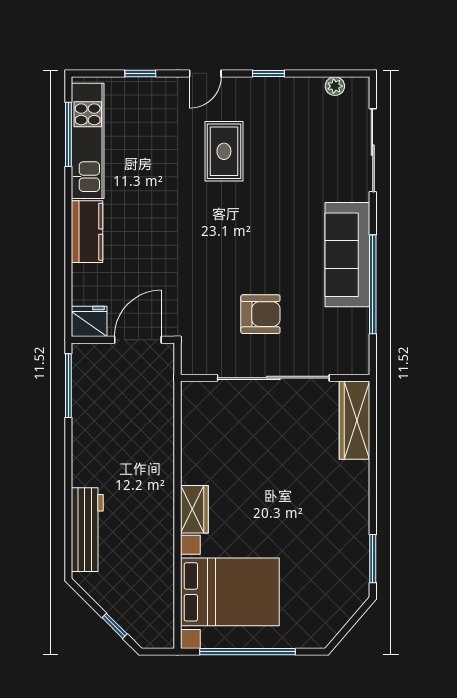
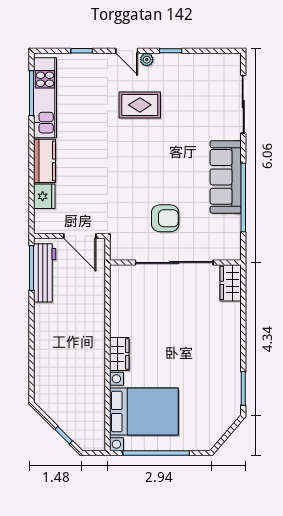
door: (205, 73) -> (127, 51), hinge flipped
plant: (335, 86) -> (147, 60), moved
rug: (224, 151) -> (140, 105), turned 90
fridge: (89, 321) -> (44, 196), moved, turned 90
door: (138, 340) -> (80, 236), swing flipped
wardrobe: (355, 420) -> (231, 283), width x0.67
workbench: (87, 530) -> (45, 273), moved

